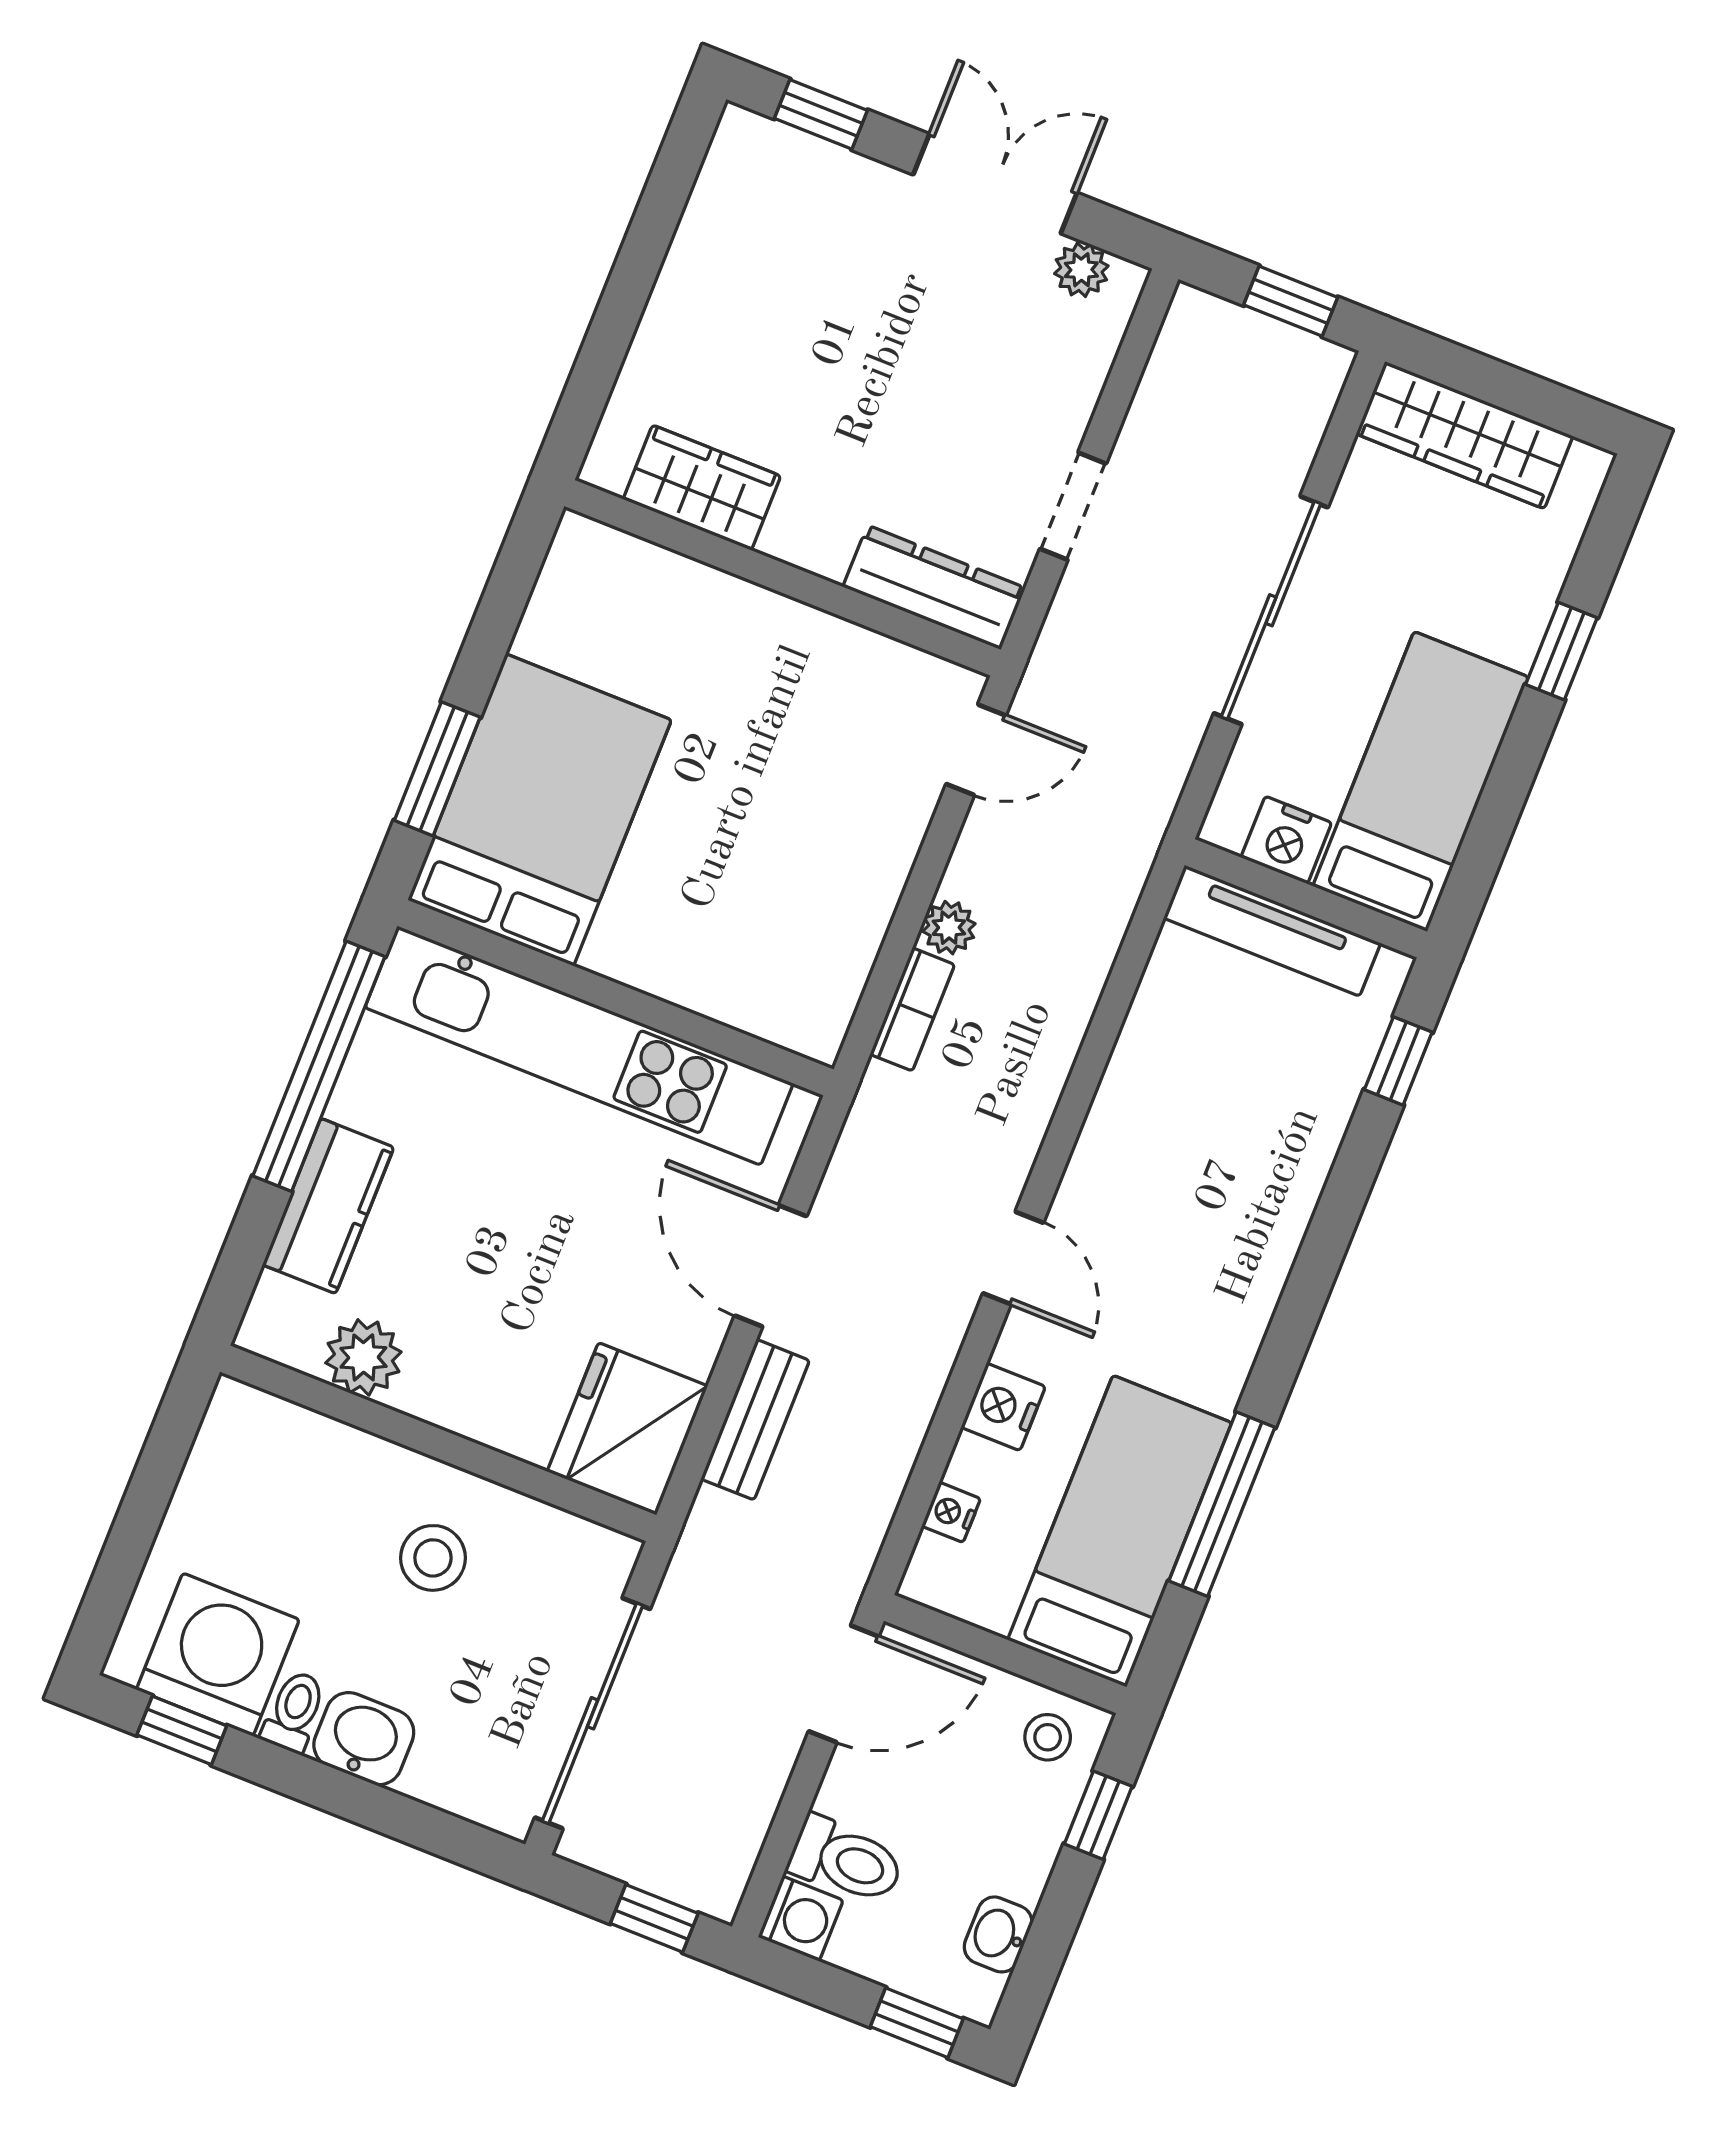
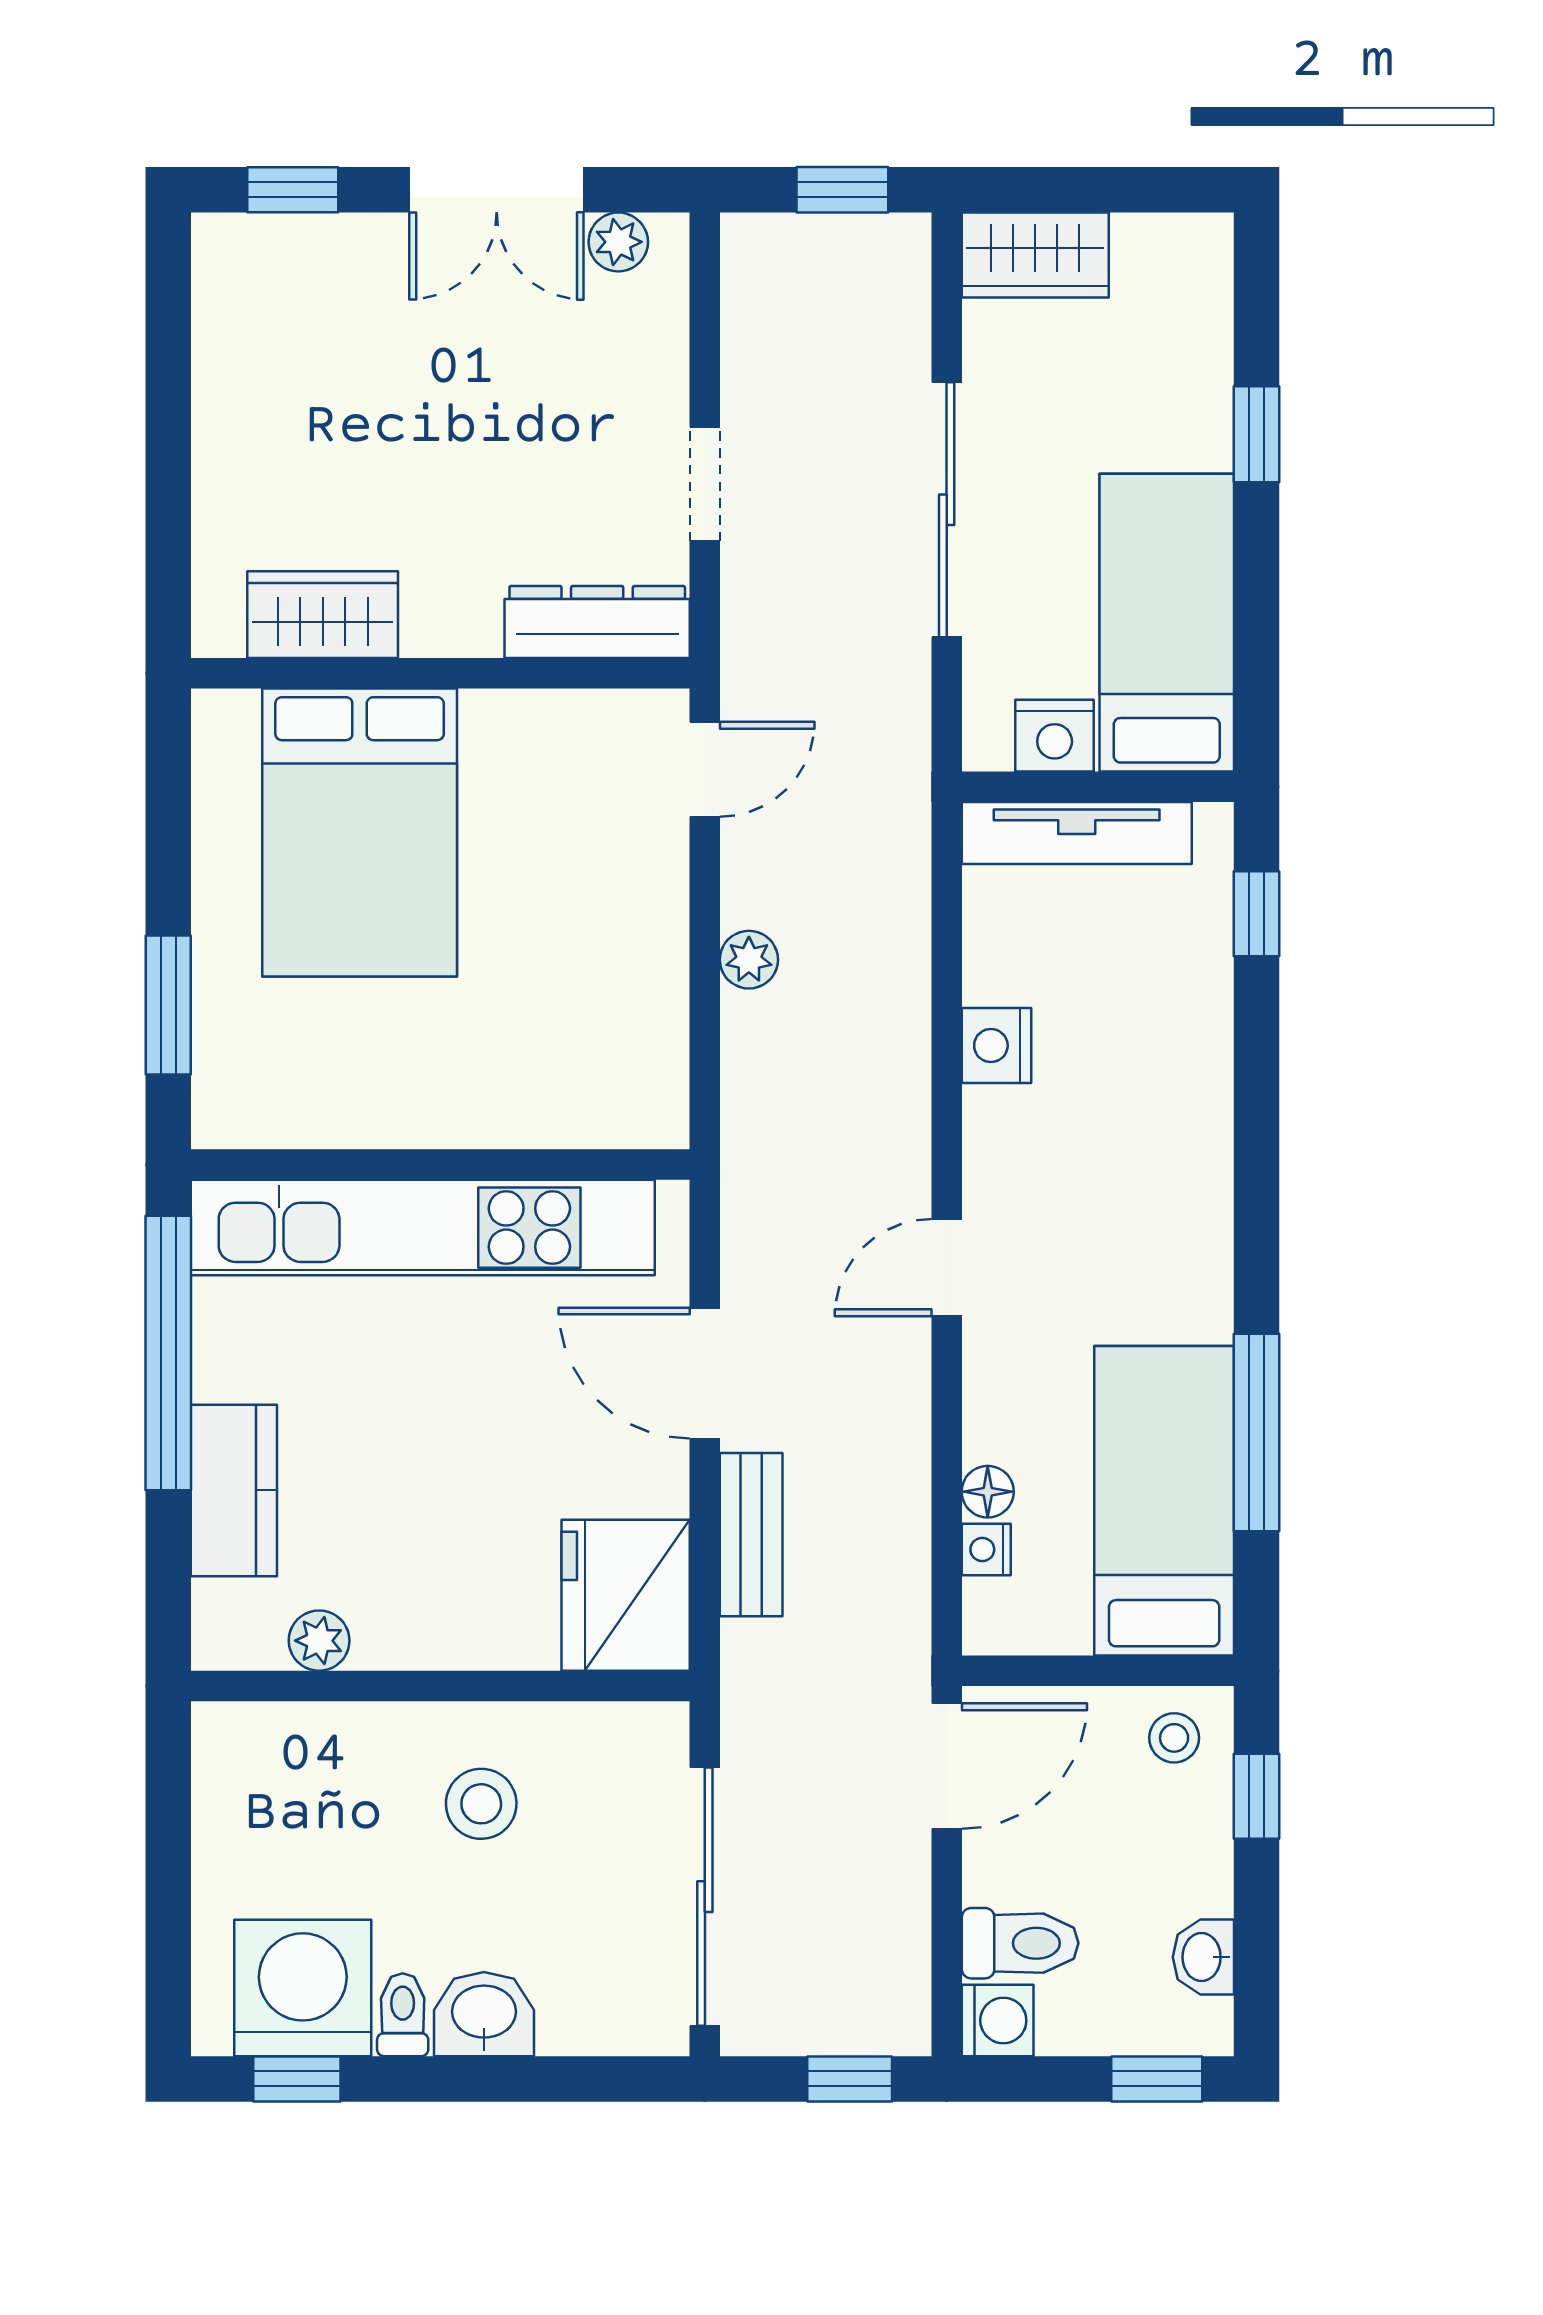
double door: (995, 184) -> (497, 190), swing flipped
wardrobe: (1465, 435) -> (1035, 255), width x0.67
bed: (540, 810) -> (360, 832), moved, turned 180
bookcase: (912, 1009) -> (745, 1057), removed
door: (1013, 1258) -> (947, 1268), swing flipped
plant: (363, 1357) -> (319, 1641), width x0.73, depth x0.73
nightstand: (1003, 1407) -> (996, 1046), moved
floor lamp: (972, 1463) -> (988, 1492), added

